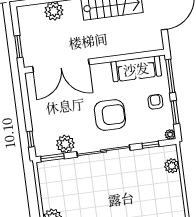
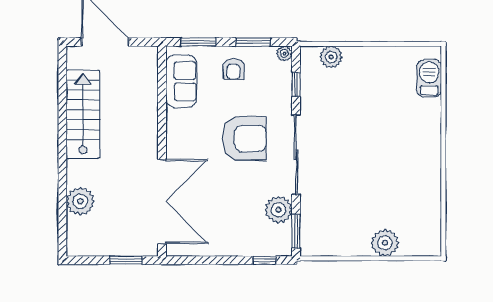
sofa: (136, 69) -> (181, 81), width x0.73
window: (170, 76) -> (198, 42), width x0.69
armchair: (155, 102) -> (233, 69), turned -90
armchair: (110, 115) -> (244, 138), turned 90

